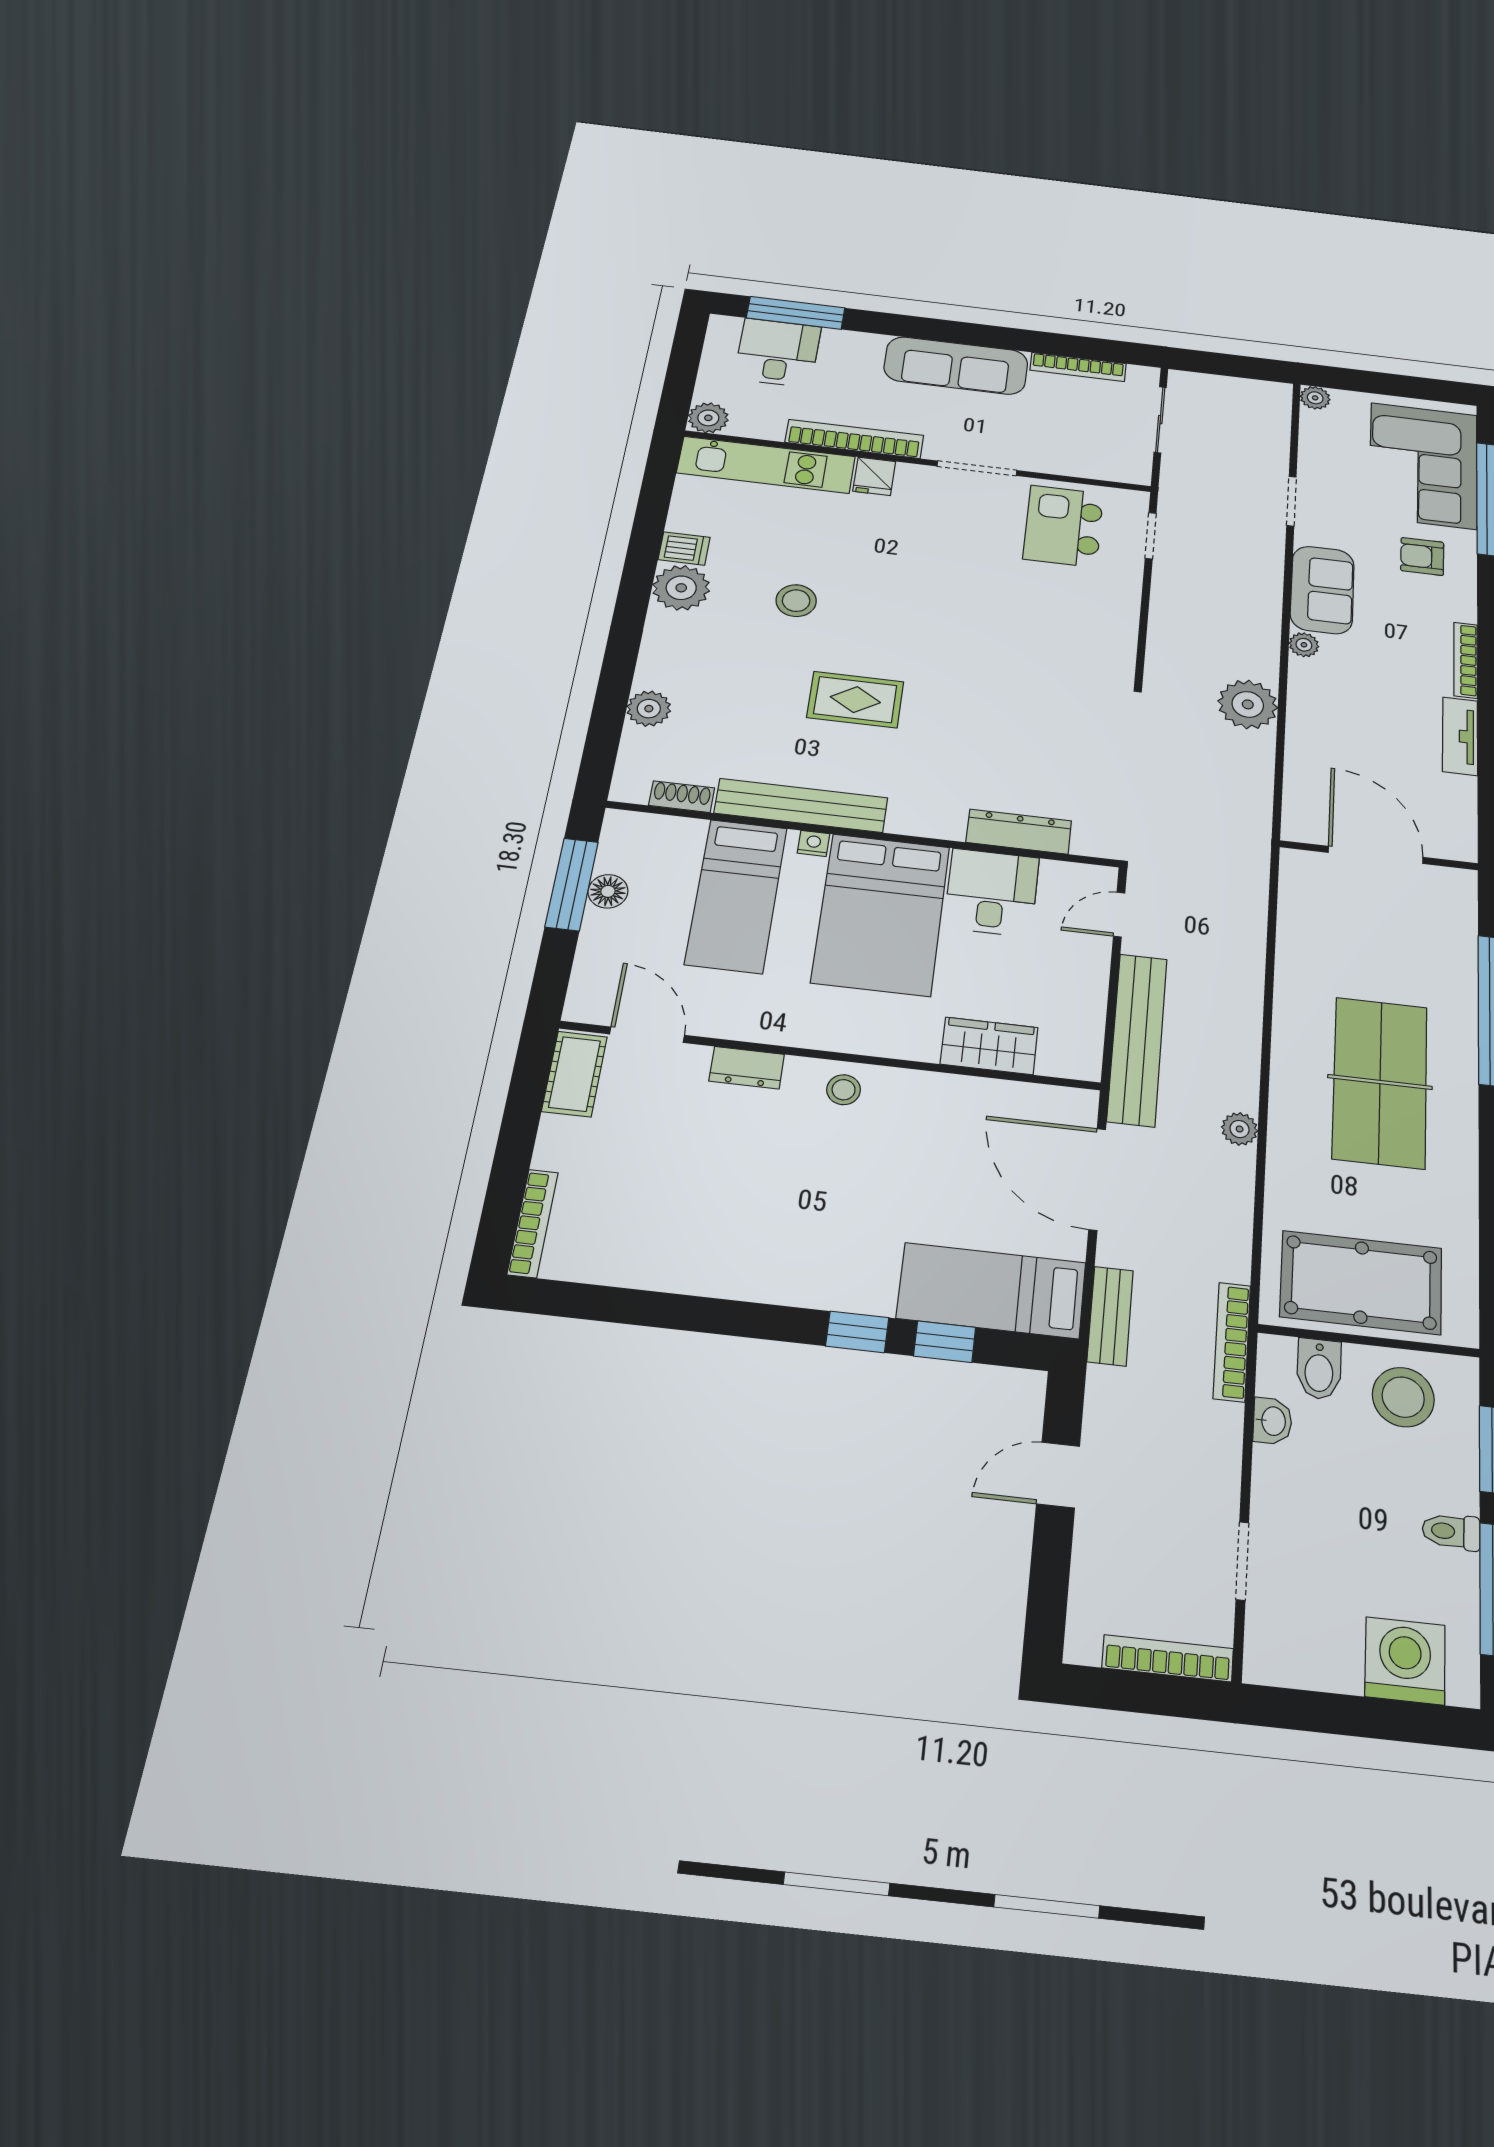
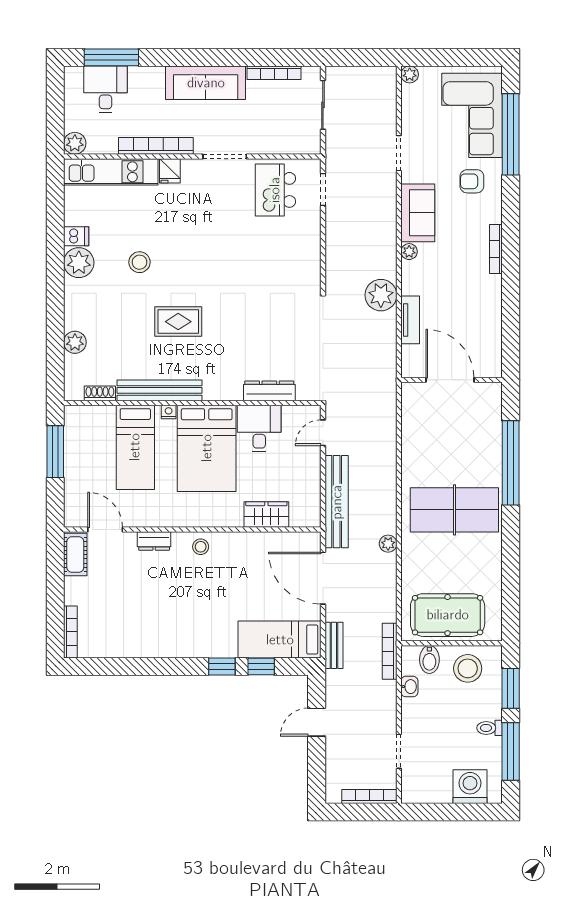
tv unit: (1460, 736) -> (410, 320), moved, turned 180
floor lamp: (608, 891) -> (73, 453), removed
table tennis table: (1380, 1082) -> (454, 510), turned 90

